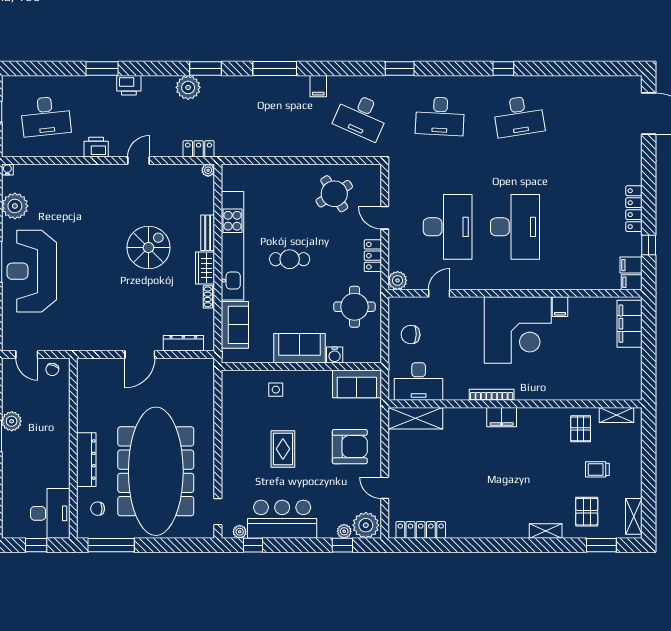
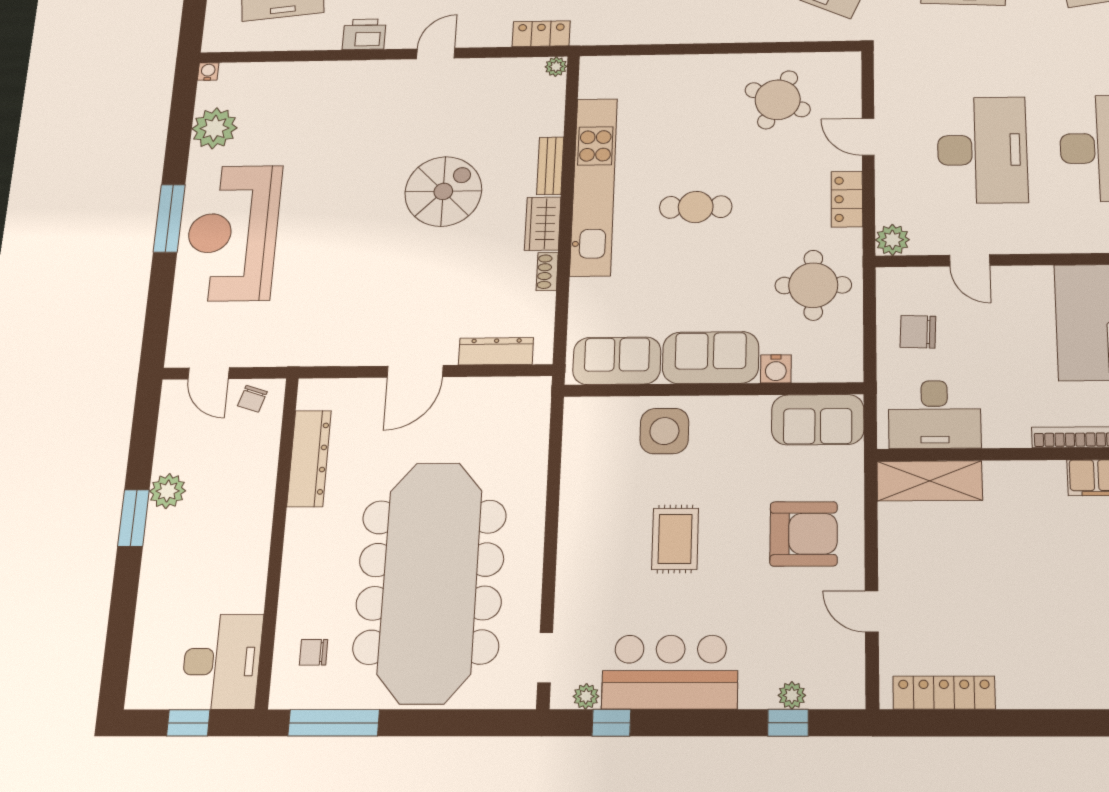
round table: (334, 194) -> (778, 100), turned -33
door: (439, 293) -> (970, 260), swing flipped
sofa: (235, 325) -> (617, 361), moved, turned -90
side table: (276, 390) -> (664, 431), width x1.87, depth x1.87
dresser: (86, 460) -> (309, 459), moved
plant: (366, 525) -> (835, 683), removed

